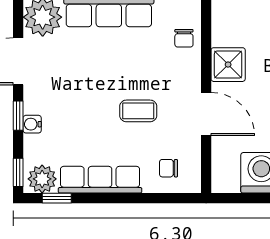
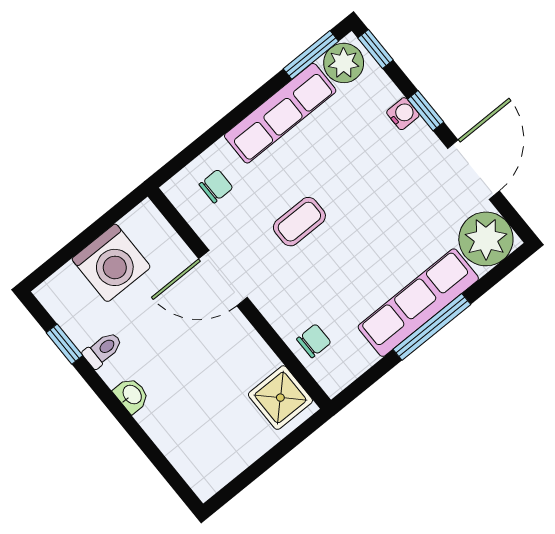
chair: (184, 38) -> (314, 341), turned 90
shower: (228, 65) -> (280, 398), moved
window: (57, 198) -> (311, 55), width x1.50

